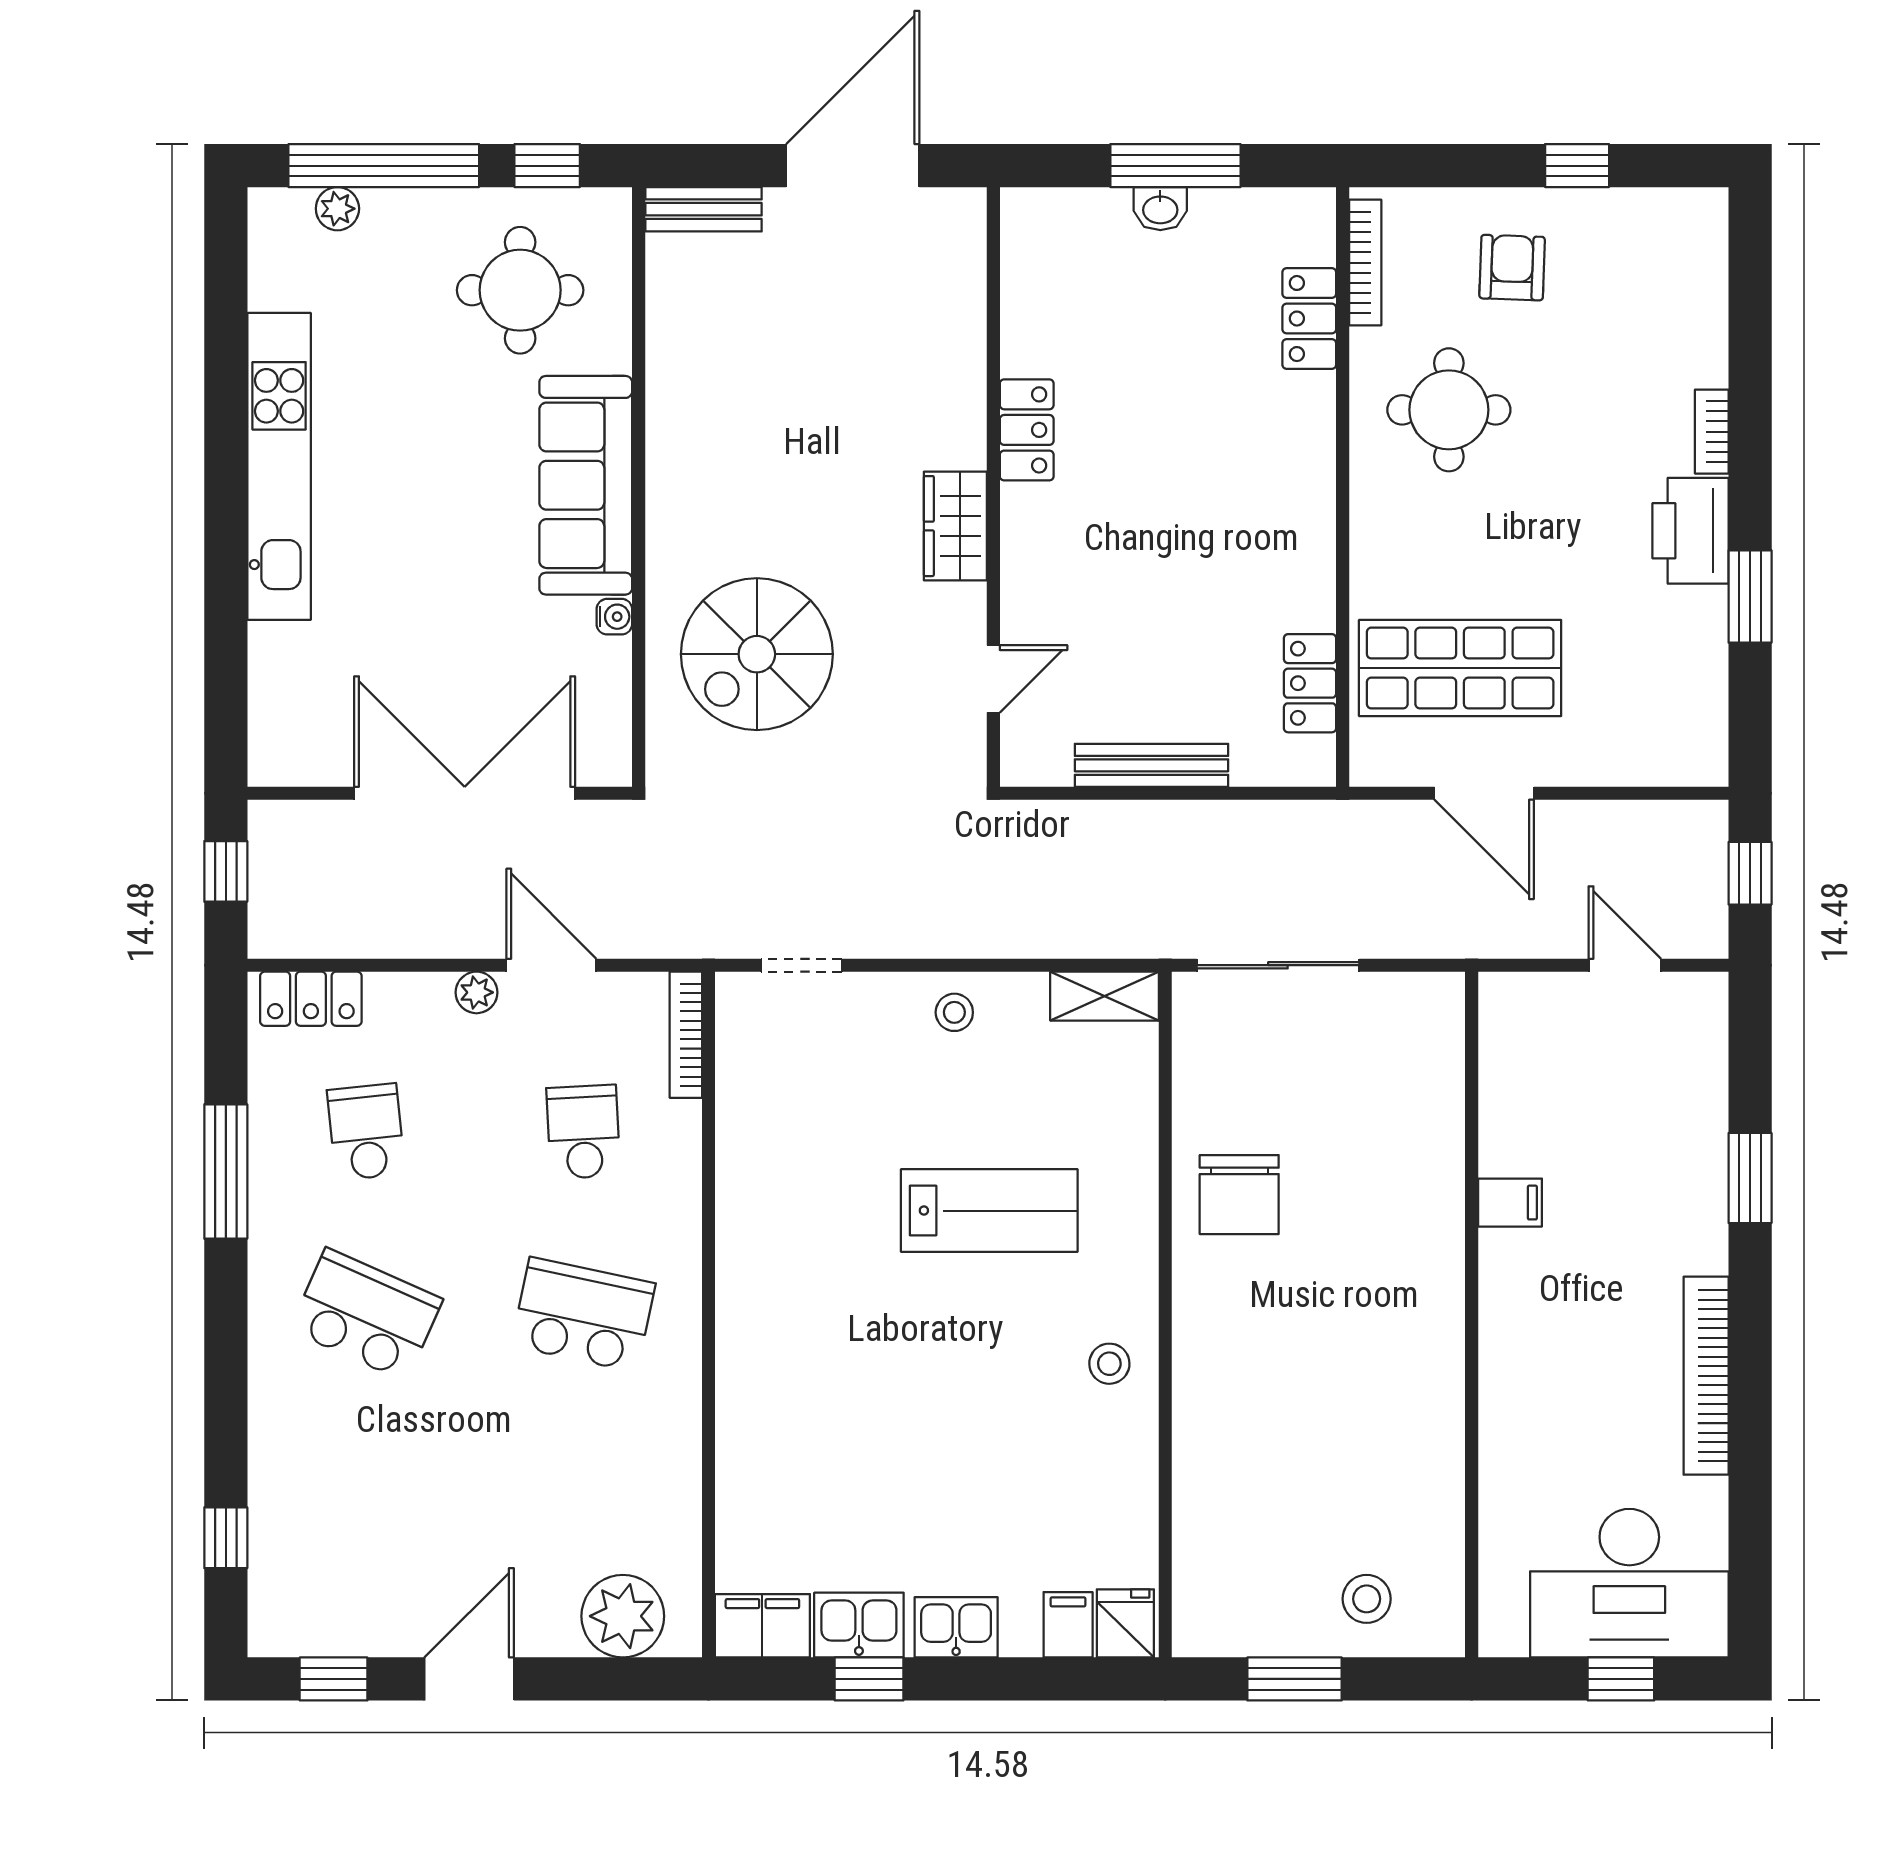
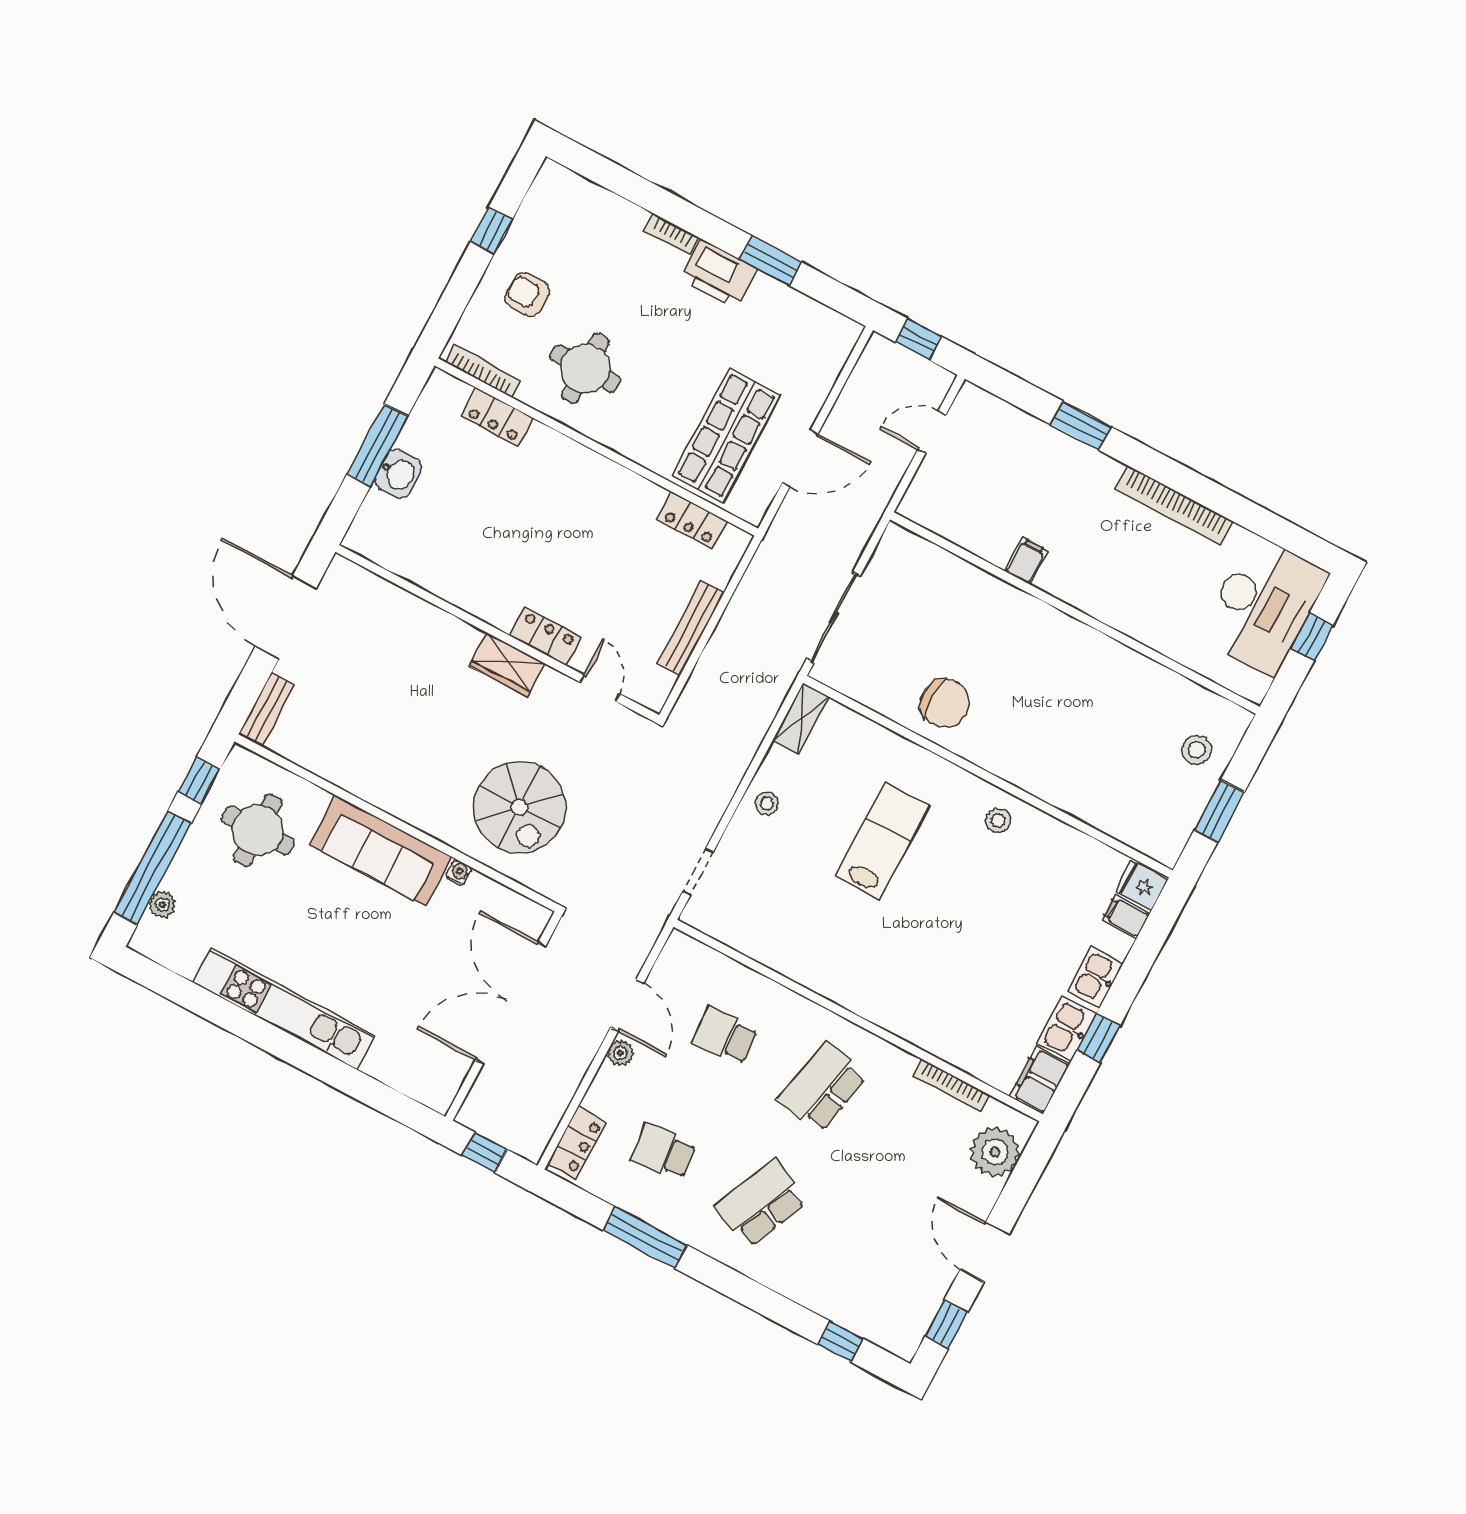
washbasin: (1160, 209) -> (398, 474), width x1.38, depth x1.45
locker: (1027, 430) -> (545, 636), moved
door: (551, 965) -> (627, 1005), swing flipped
bookcase: (686, 1035) -> (951, 1085), moved

